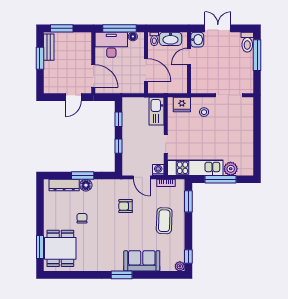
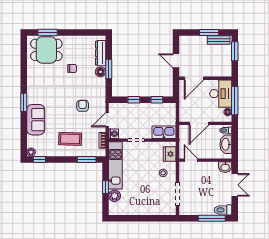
door: (189, 56) -> (191, 160), moved
window: (221, 179) -> (106, 187), width x0.46

